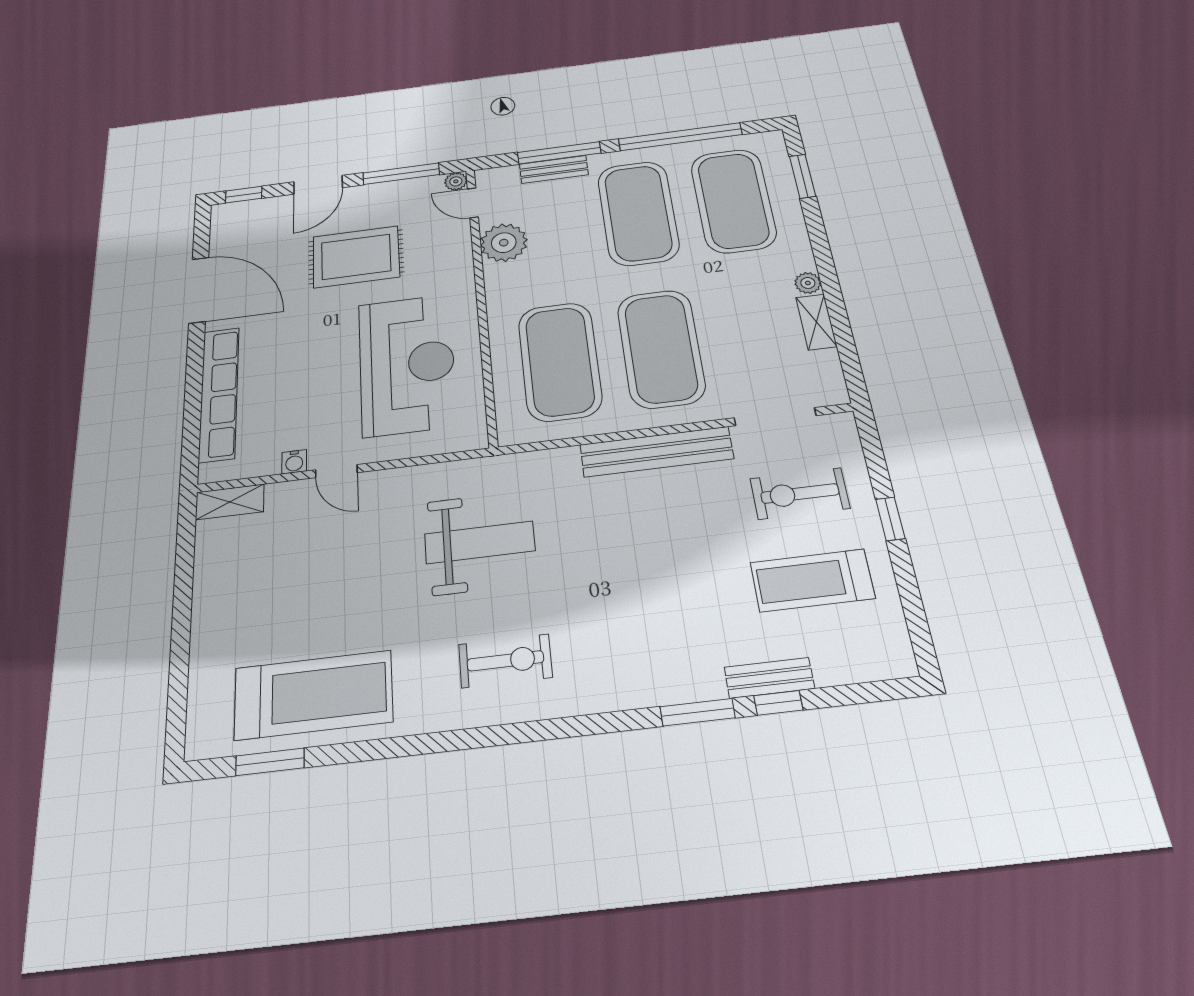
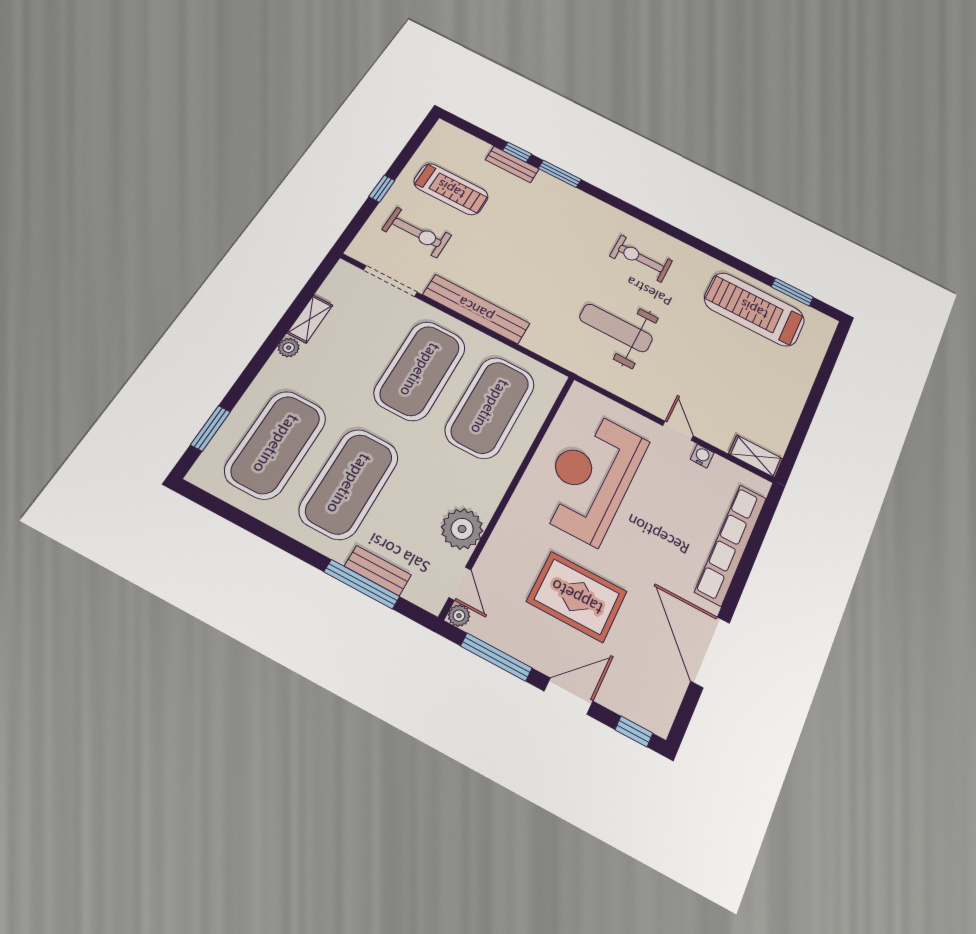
window: (680, 137) -> (261, 530), removed

